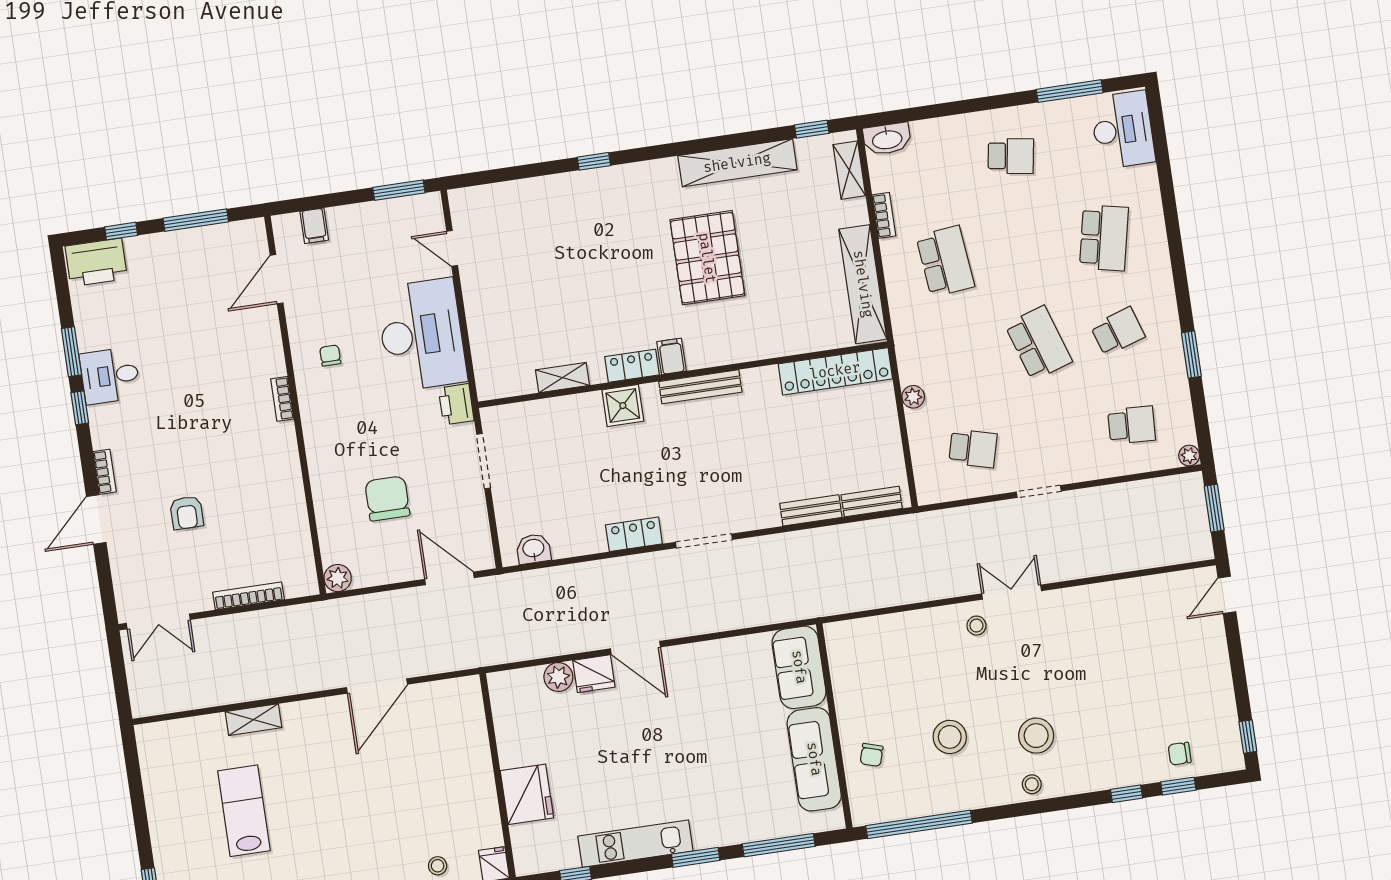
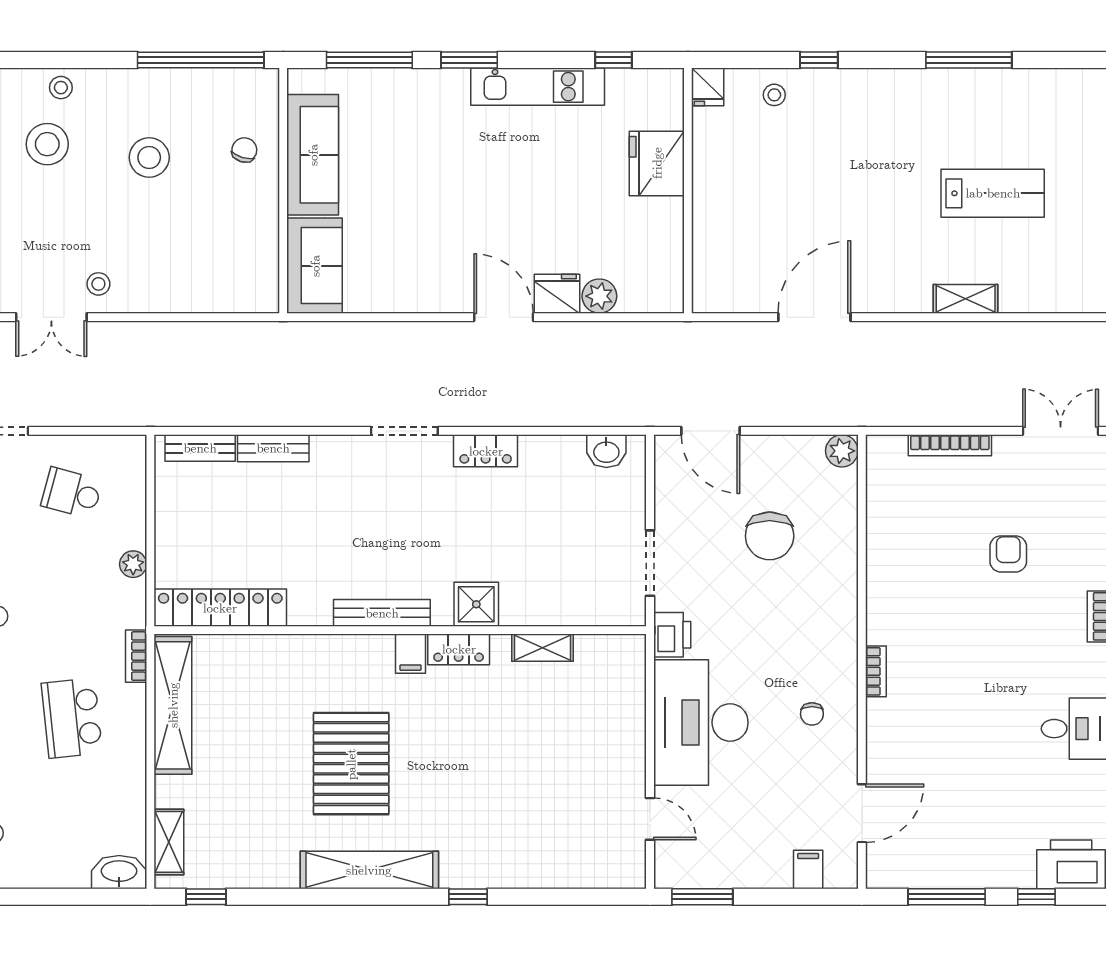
shelving: (737, 163) -> (369, 870), moved
bookcase: (884, 215) -> (136, 656), moved
lab bench: (244, 811) -> (993, 193), turned -90

